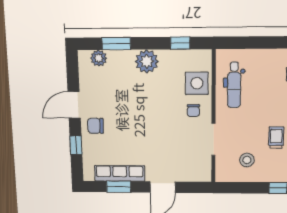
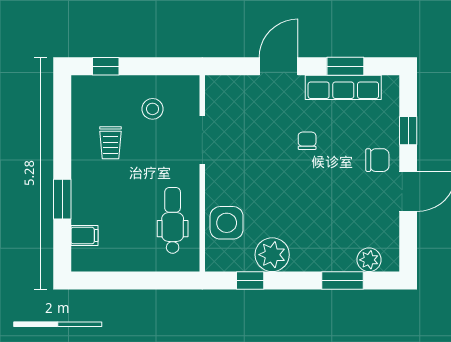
plant: (147, 61) -> (272, 255), moved
chair: (193, 111) -> (307, 141), moved

